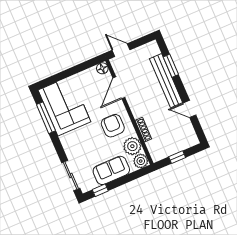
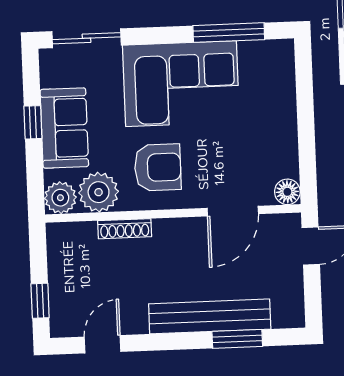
door: (119, 88) -> (233, 211), swing flipped
corner sofa: (64, 106) -> (181, 84), moved
door: (190, 109) -> (103, 344), moved
window: (177, 157) -> (40, 301), moved
window: (100, 190) -> (33, 122), moved

